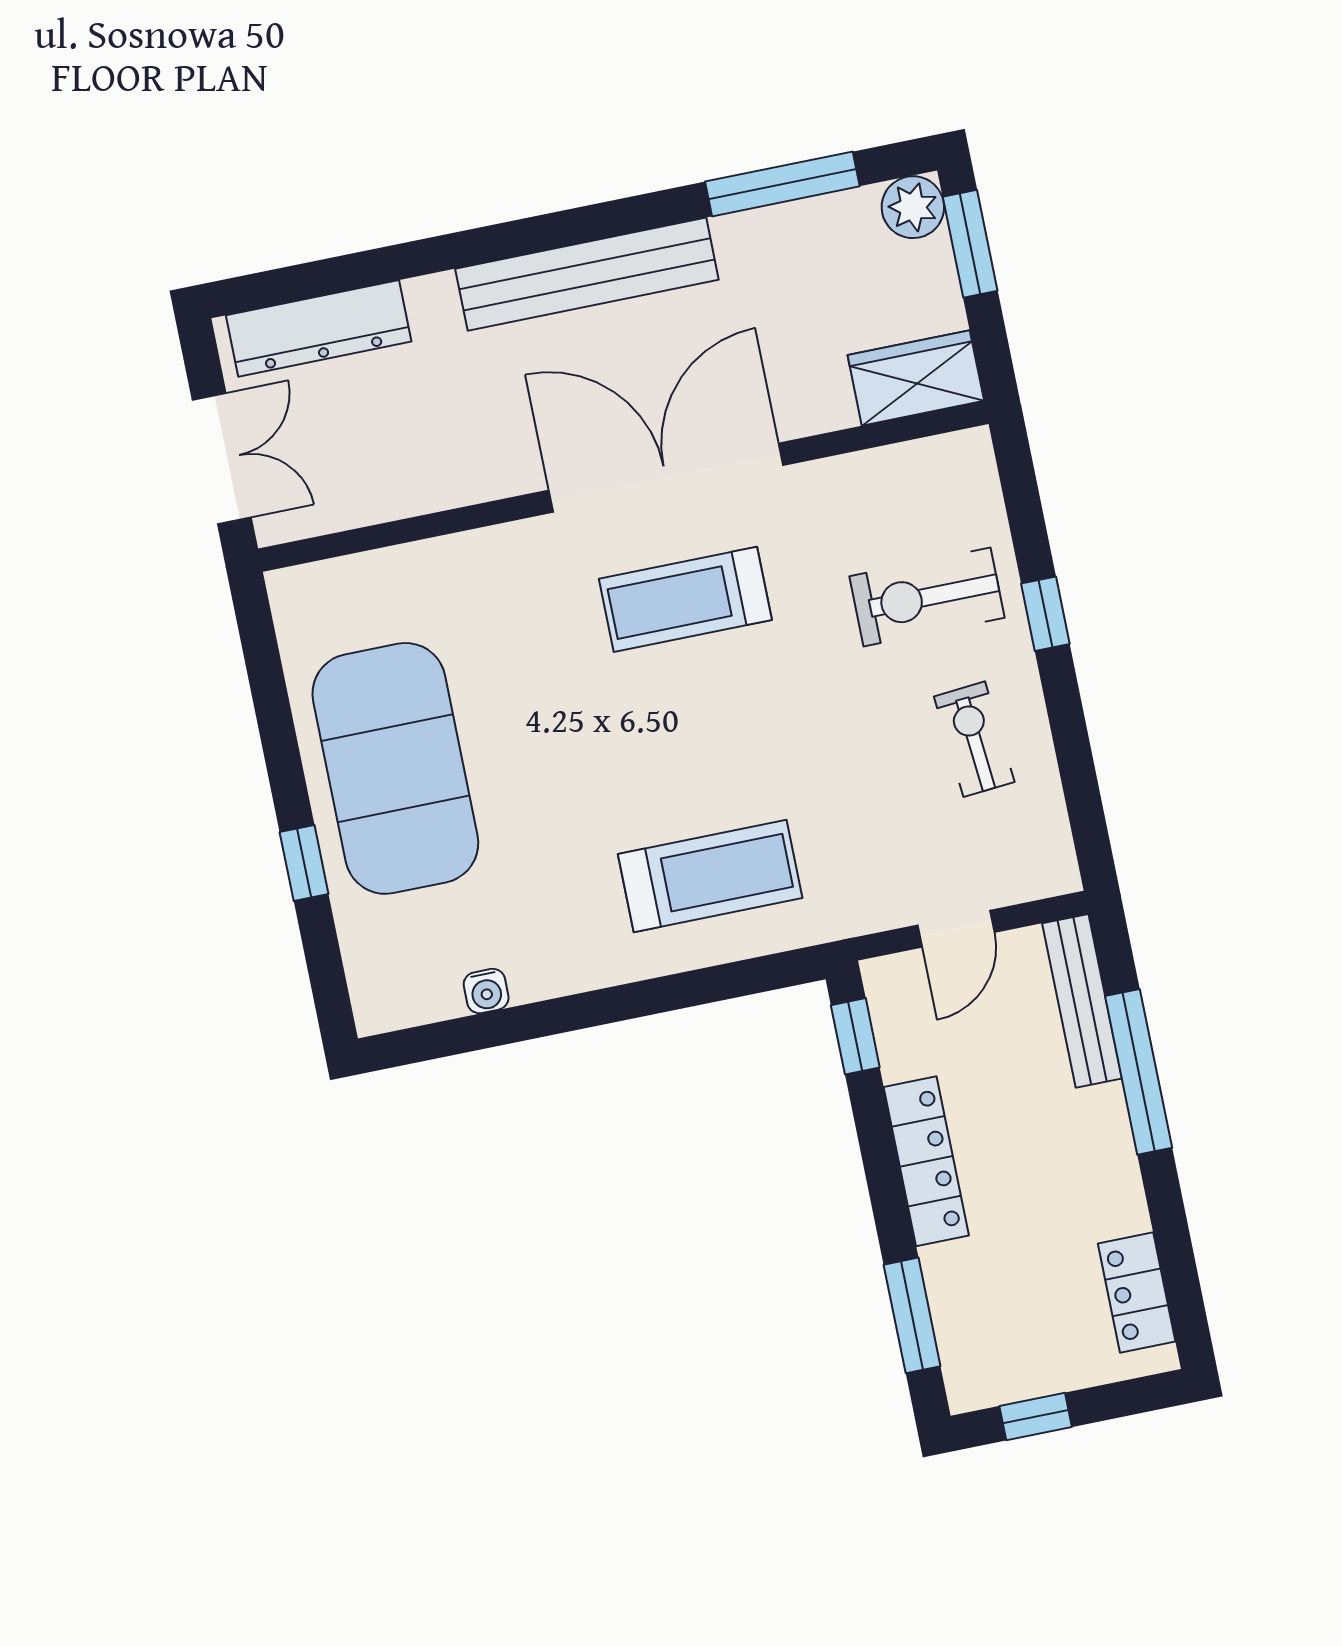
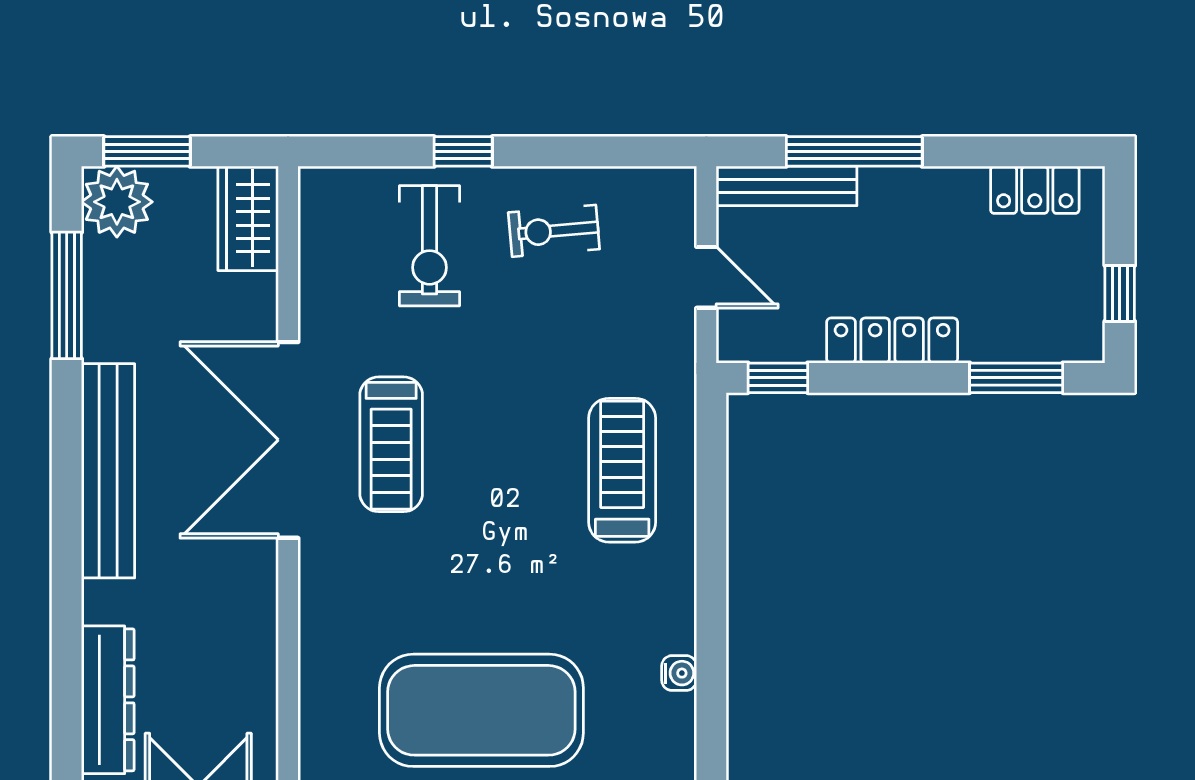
plant: (913, 207) -> (117, 202), width x1.36, depth x1.36

